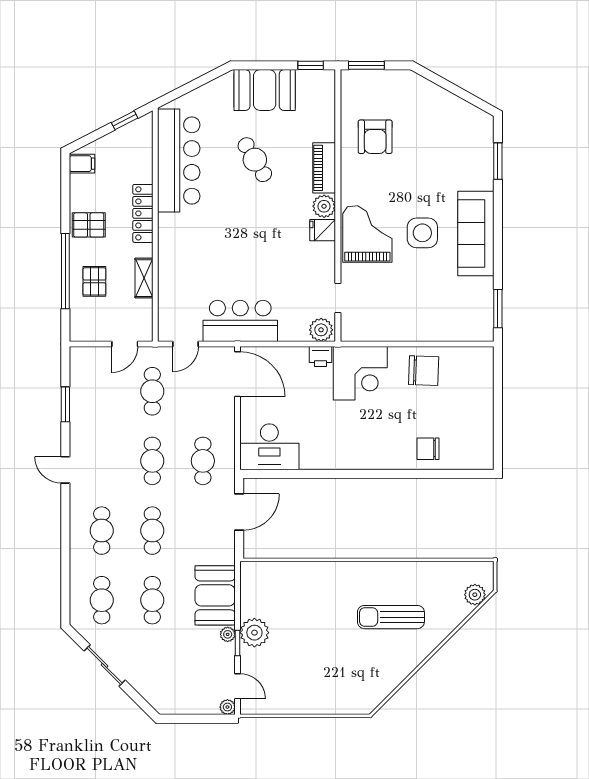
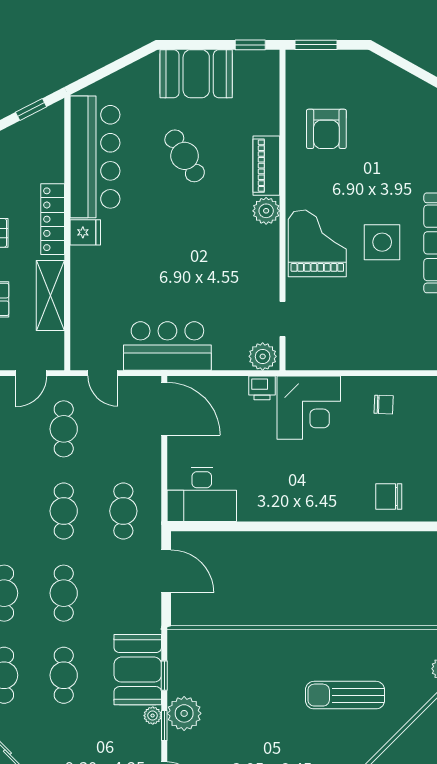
fridge: (323, 230) -> (85, 232), moved, turned 180
shelving: (144, 278) -> (50, 295), width x1.50, depth x1.33
door: (186, 344) -> (103, 373), hinge flipped
chair: (424, 371) -> (384, 405), width x0.54, depth x0.54
door: (239, 512) -> (166, 571), hinge flipped
window: (238, 600) -> (164, 676), added

